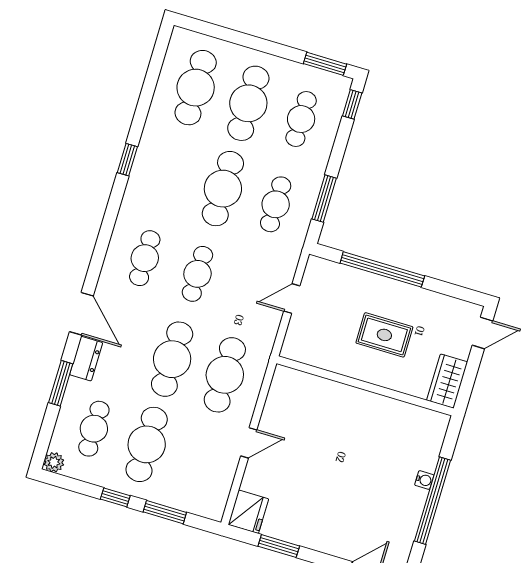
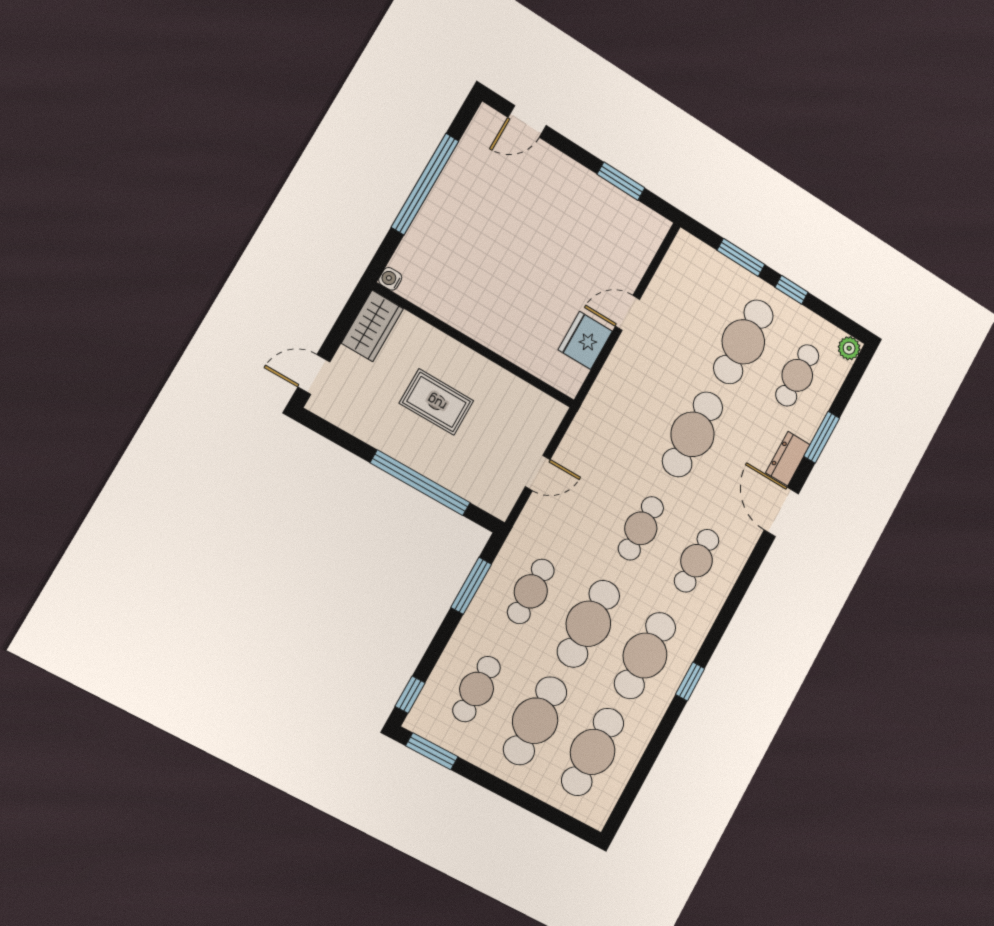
cafe table: (225, 375) -> (645, 656), moved
water cooler: (424, 480) -> (390, 279), moved
fridge: (248, 512) -> (585, 340), moved

